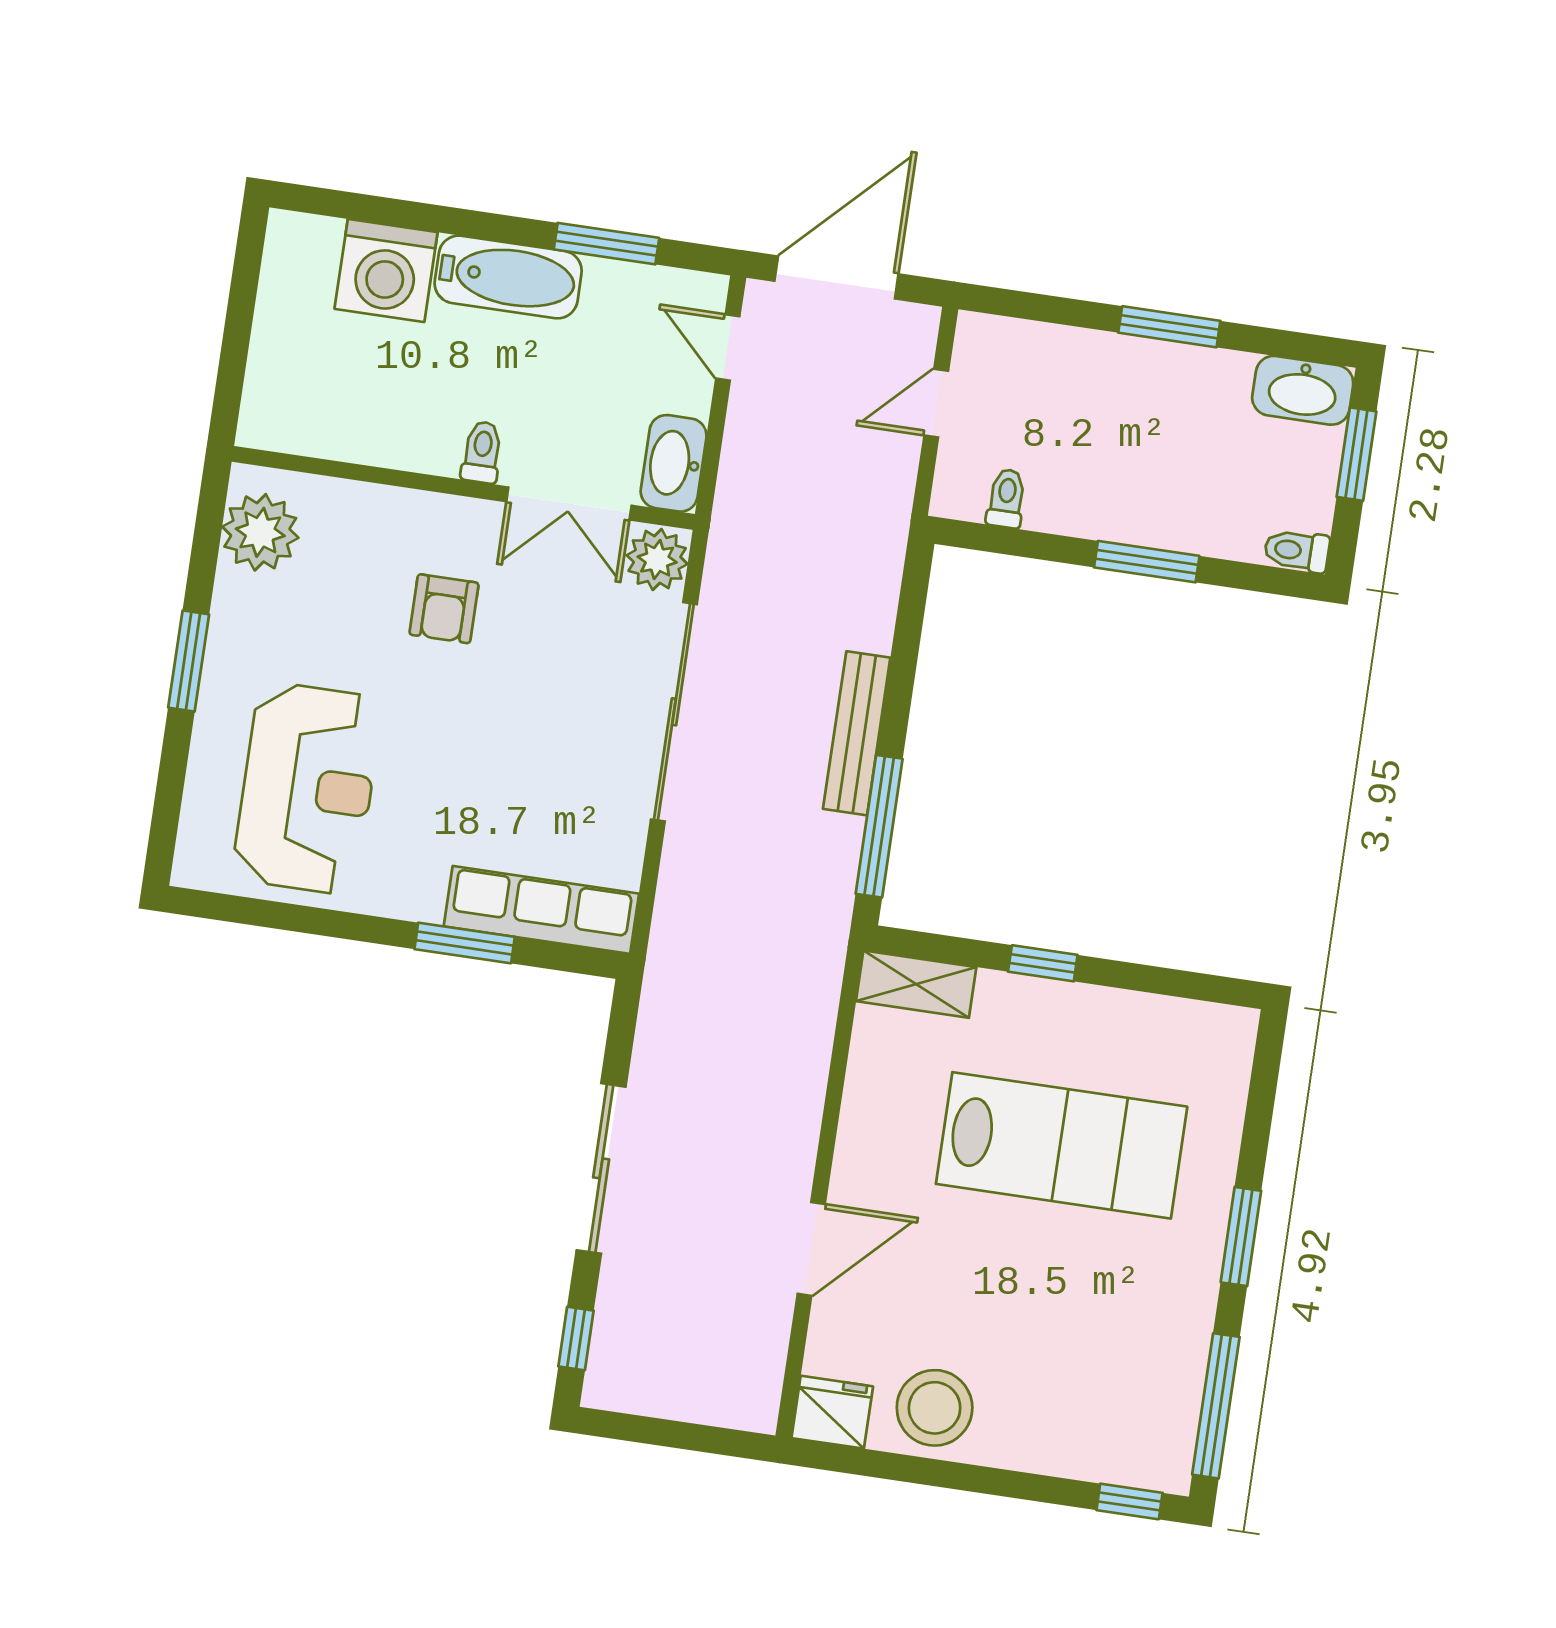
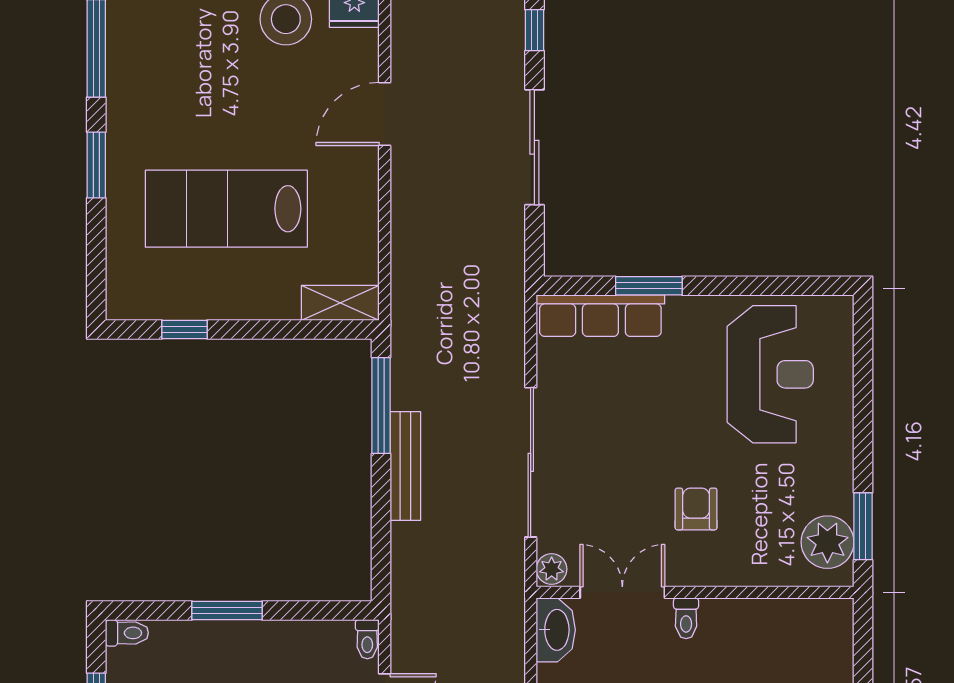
toilet: (1006, 498) -> (367, 639), moved
plant: (657, 560) -> (552, 569), width x0.73, depth x0.73
window: (189, 661) -> (863, 526), moved
reception desk: (307, 788) -> (770, 374), turned 180
window: (1043, 963) -> (185, 329), moved

